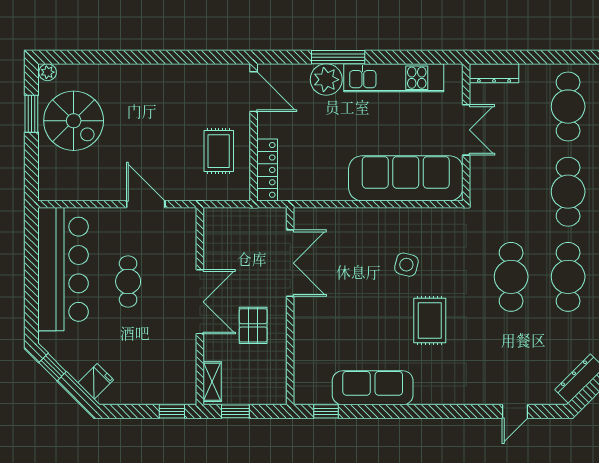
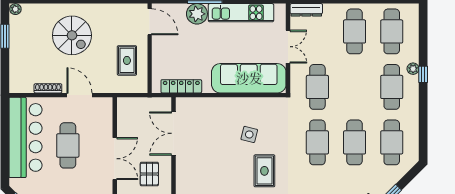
spiral stairs: (74, 121) -> (72, 35), moved
locker: (267, 170) -> (181, 86), moved, turned -90
cafe table: (568, 192) -> (317, 87), moved
shoe rack: (98, 194) -> (48, 88), added
double door: (290, 263) -> (173, 133), swing flipped
cafe table: (128, 281) -> (68, 145), width x1.37, depth x1.35

